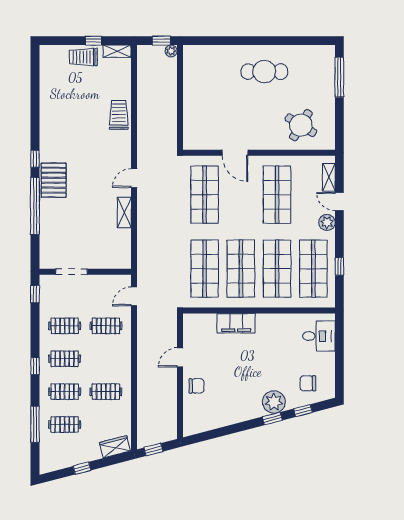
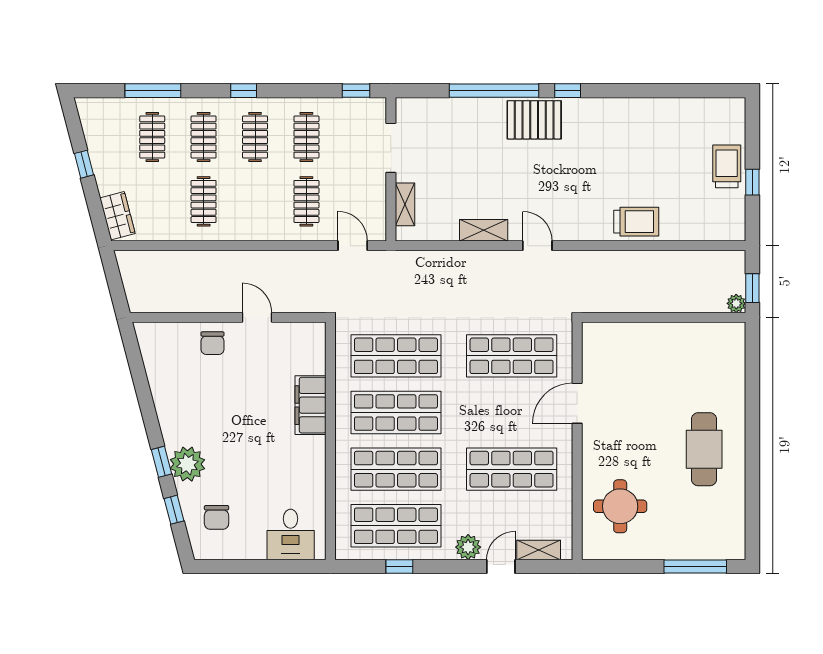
shelving: (117, 51) -> (405, 204), moved
round table: (301, 125) -> (620, 506), turned -31
chair: (308, 383) -> (217, 517), turned 180
window: (153, 450) -> (113, 276), removed

